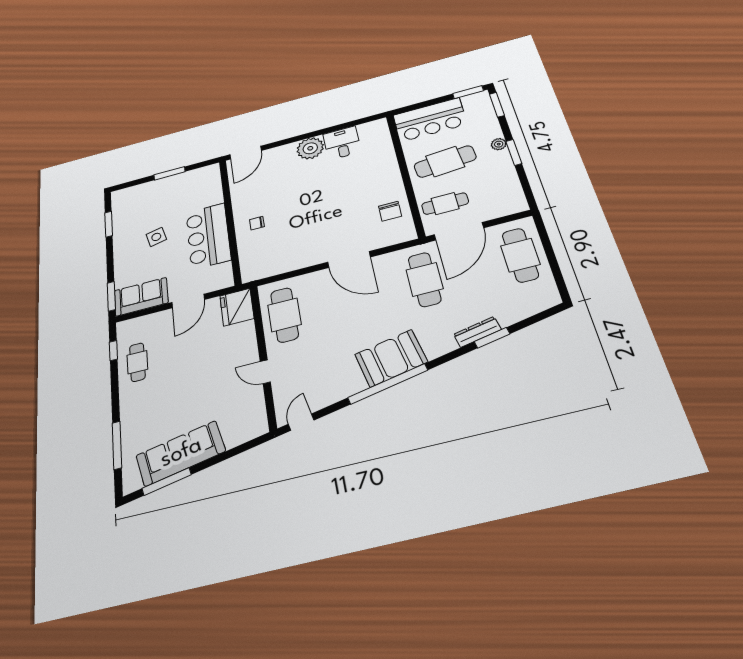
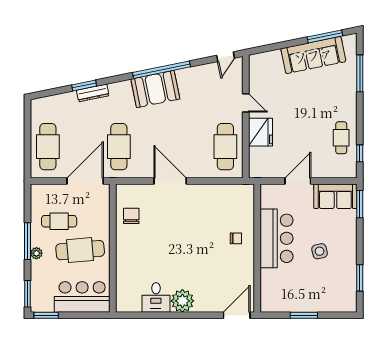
window: (514, 152) -> (28, 241), width x1.44
cafe table: (445, 204) -> (59, 221), moved
fridge: (237, 307) -> (260, 132), moved

